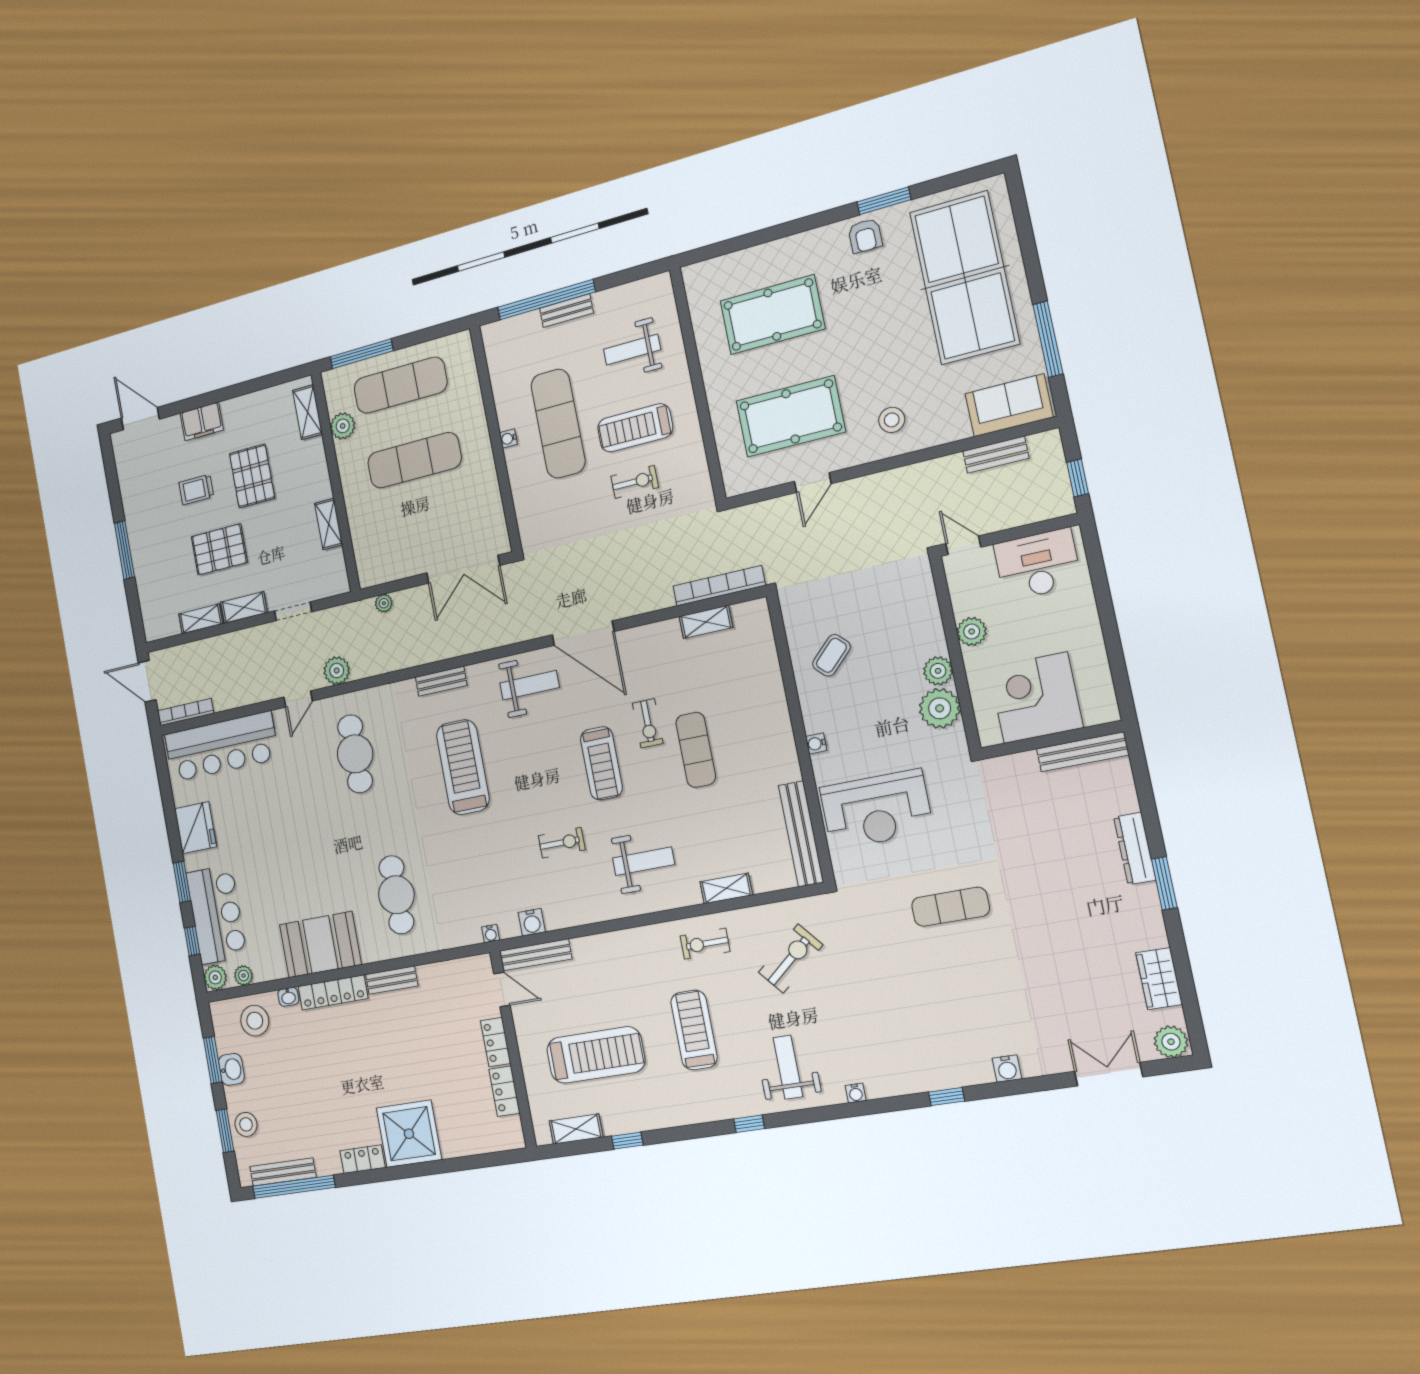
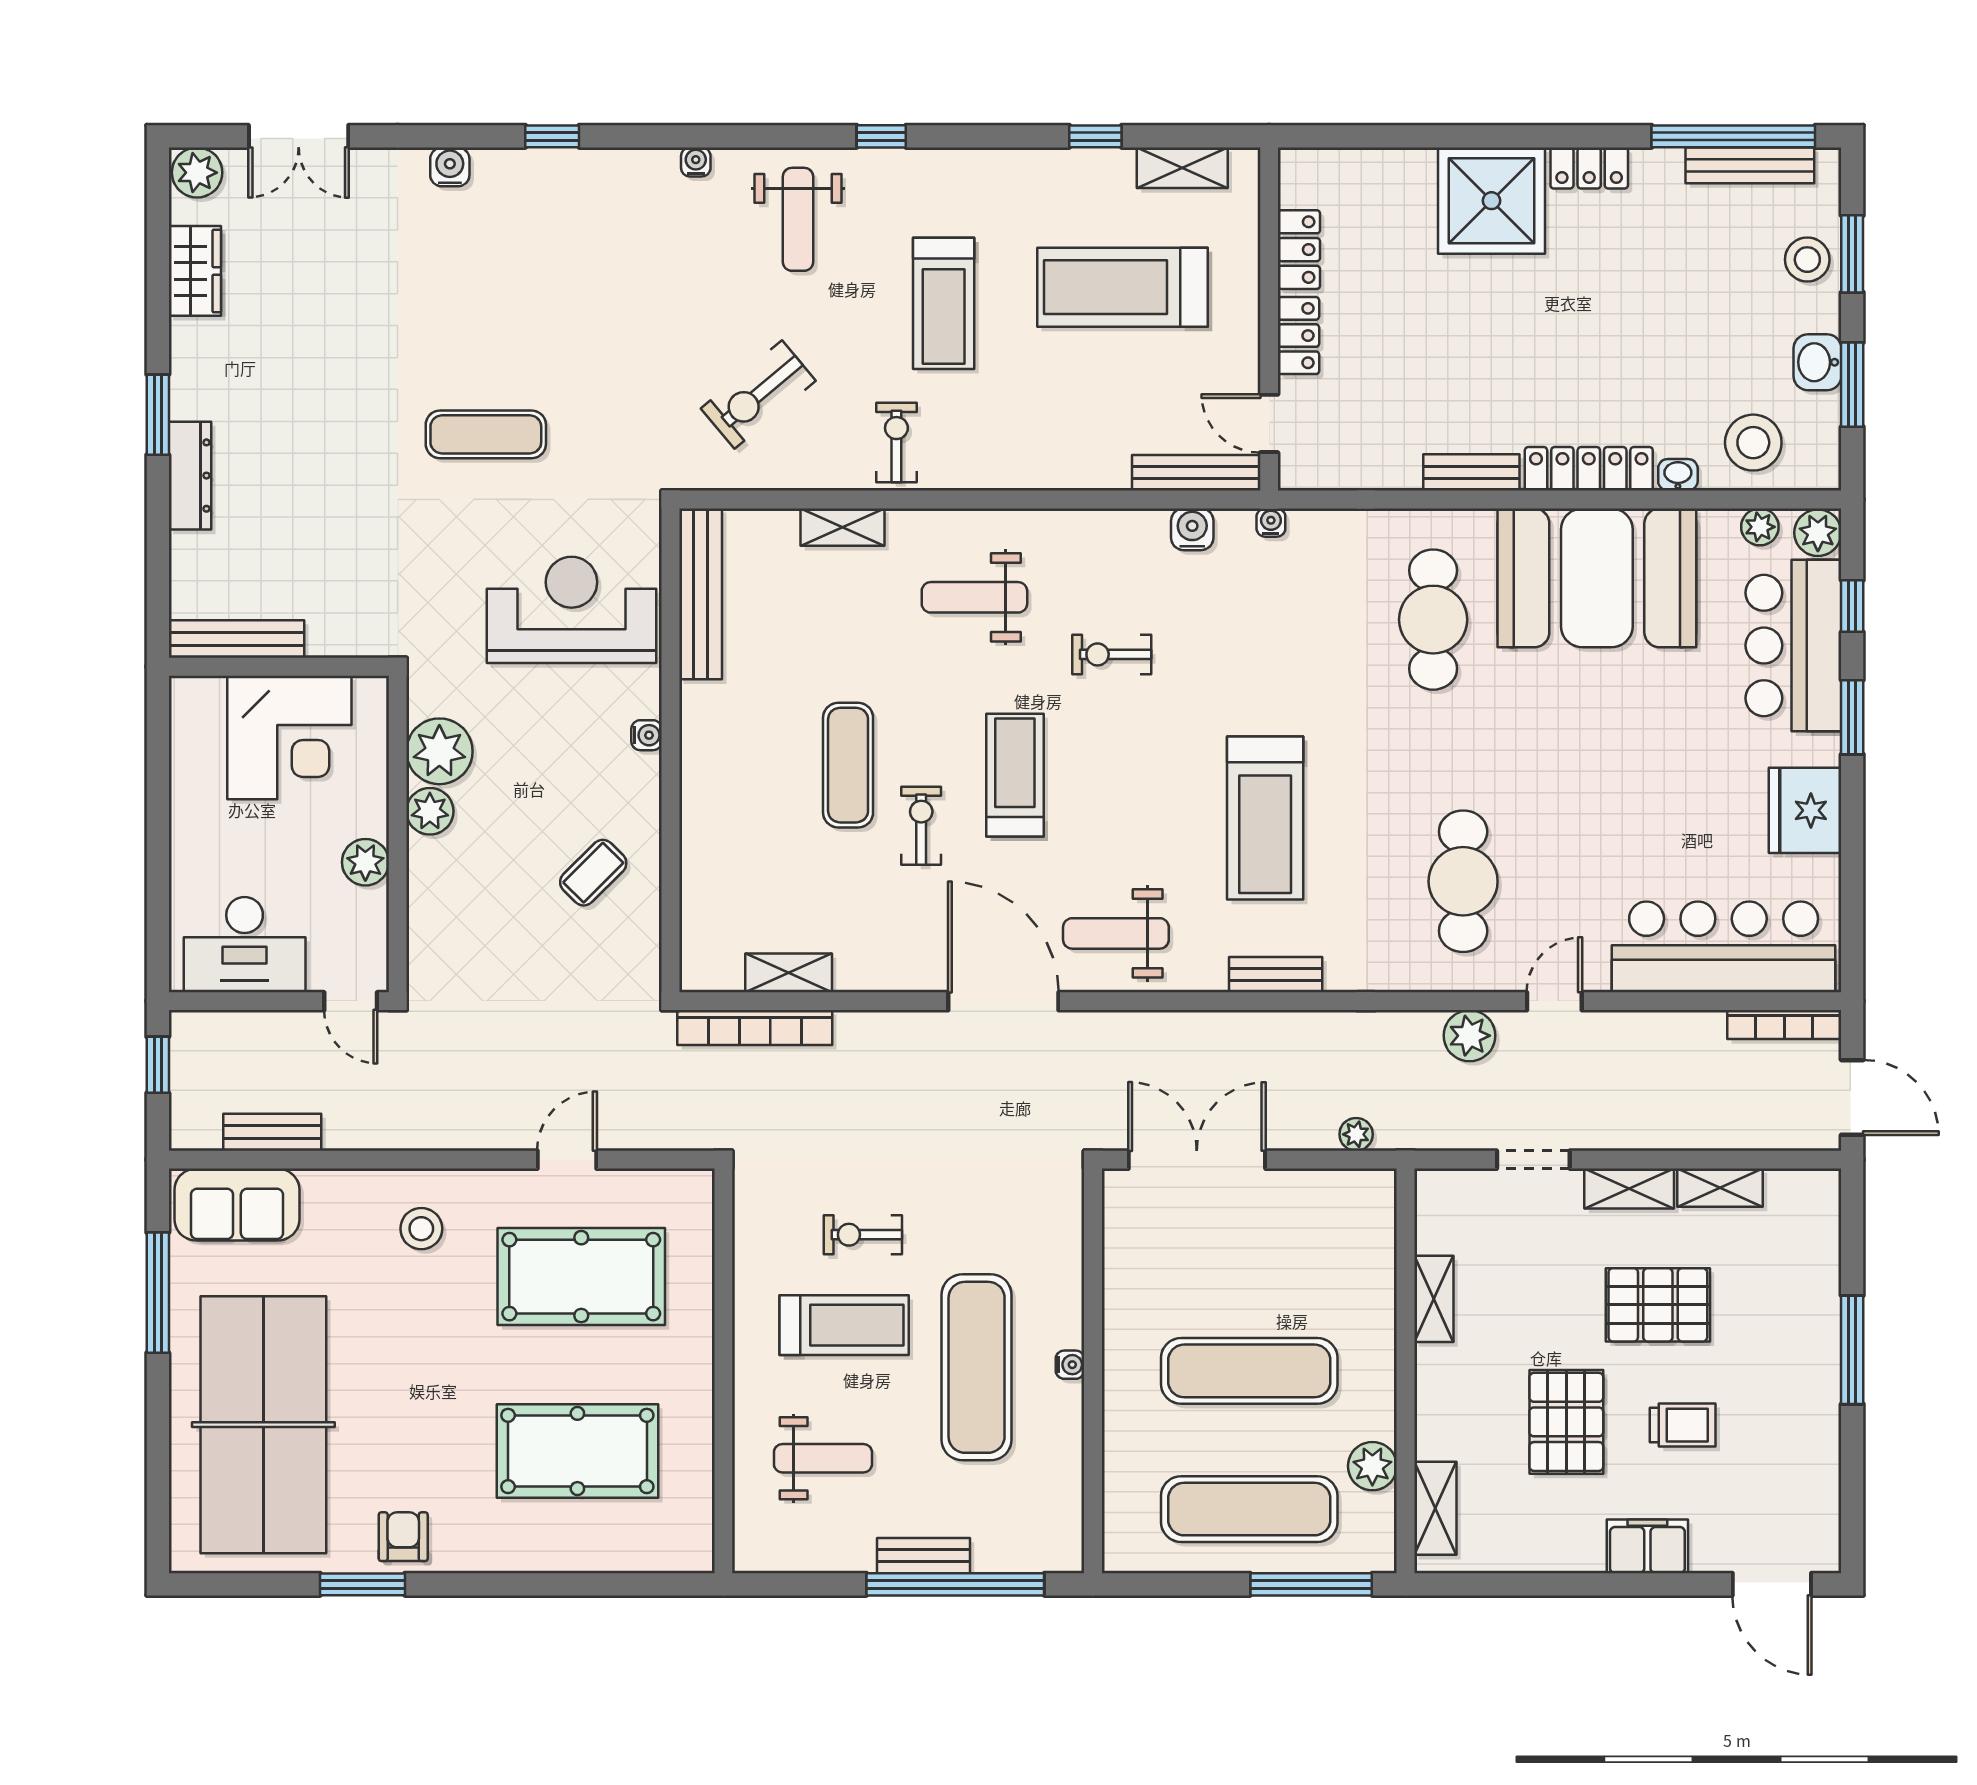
exercise bike: (705, 944) -> (896, 442), turned -90
booth: (320, 945) -> (1597, 578), width x1.36, depth x1.42

